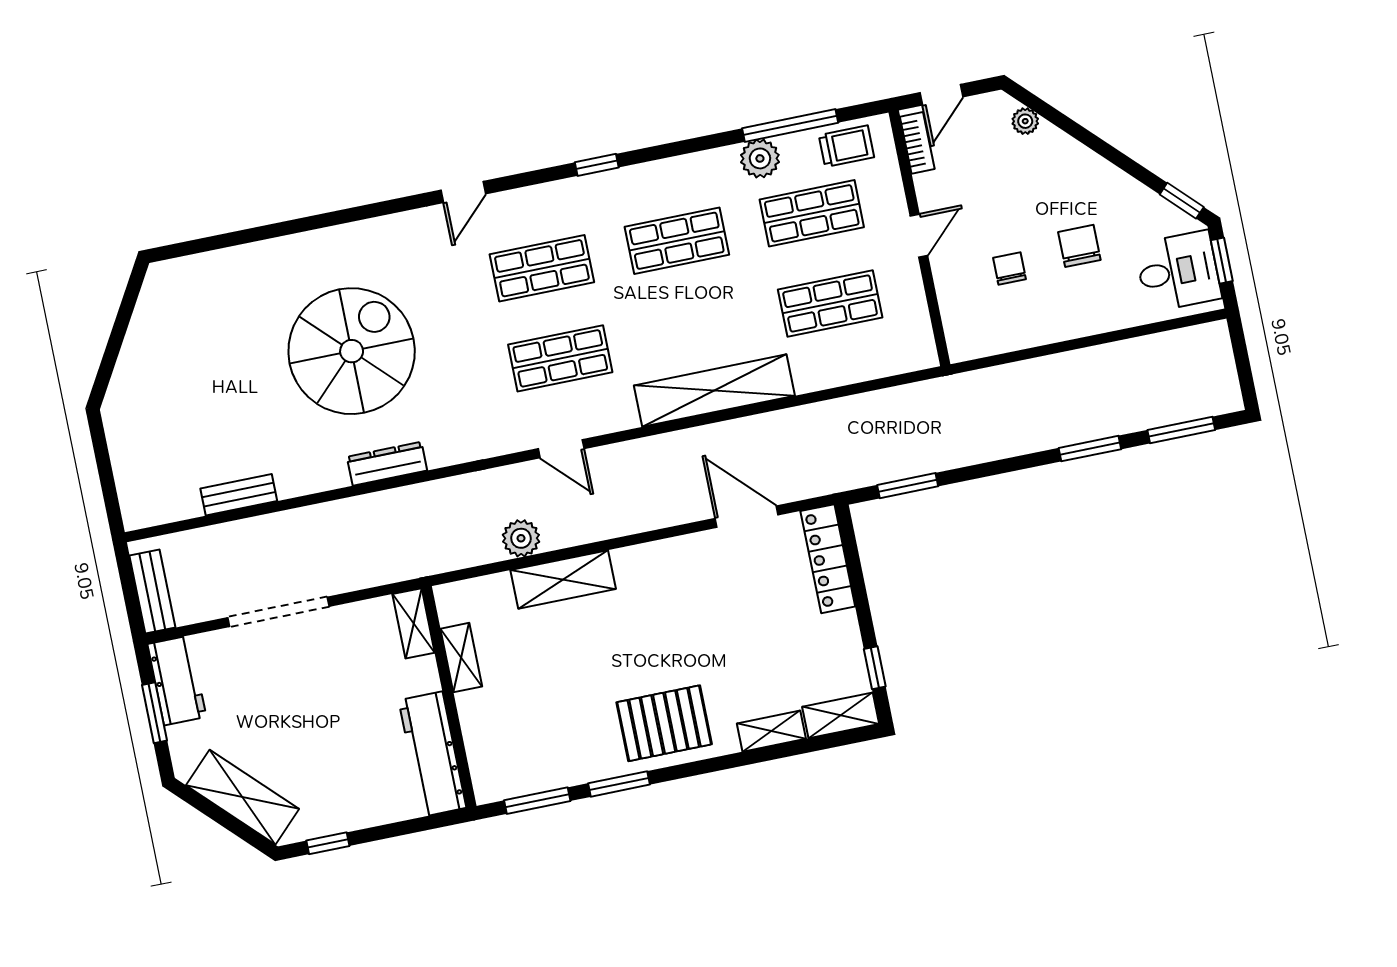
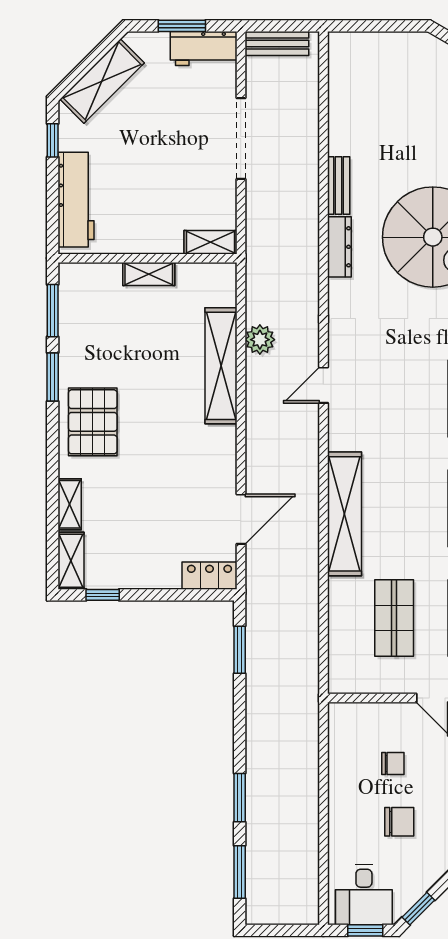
shop shelf: (560, 358) -> (394, 399), removed
bench: (239, 495) -> (339, 186), moved
locker: (828, 559) -> (210, 576), width x0.66
shelving: (563, 580) -> (221, 366), width x1.47
shelving: (461, 658) -> (149, 274), moved
workbench: (432, 754) -> (76, 200), moved, turned 90

